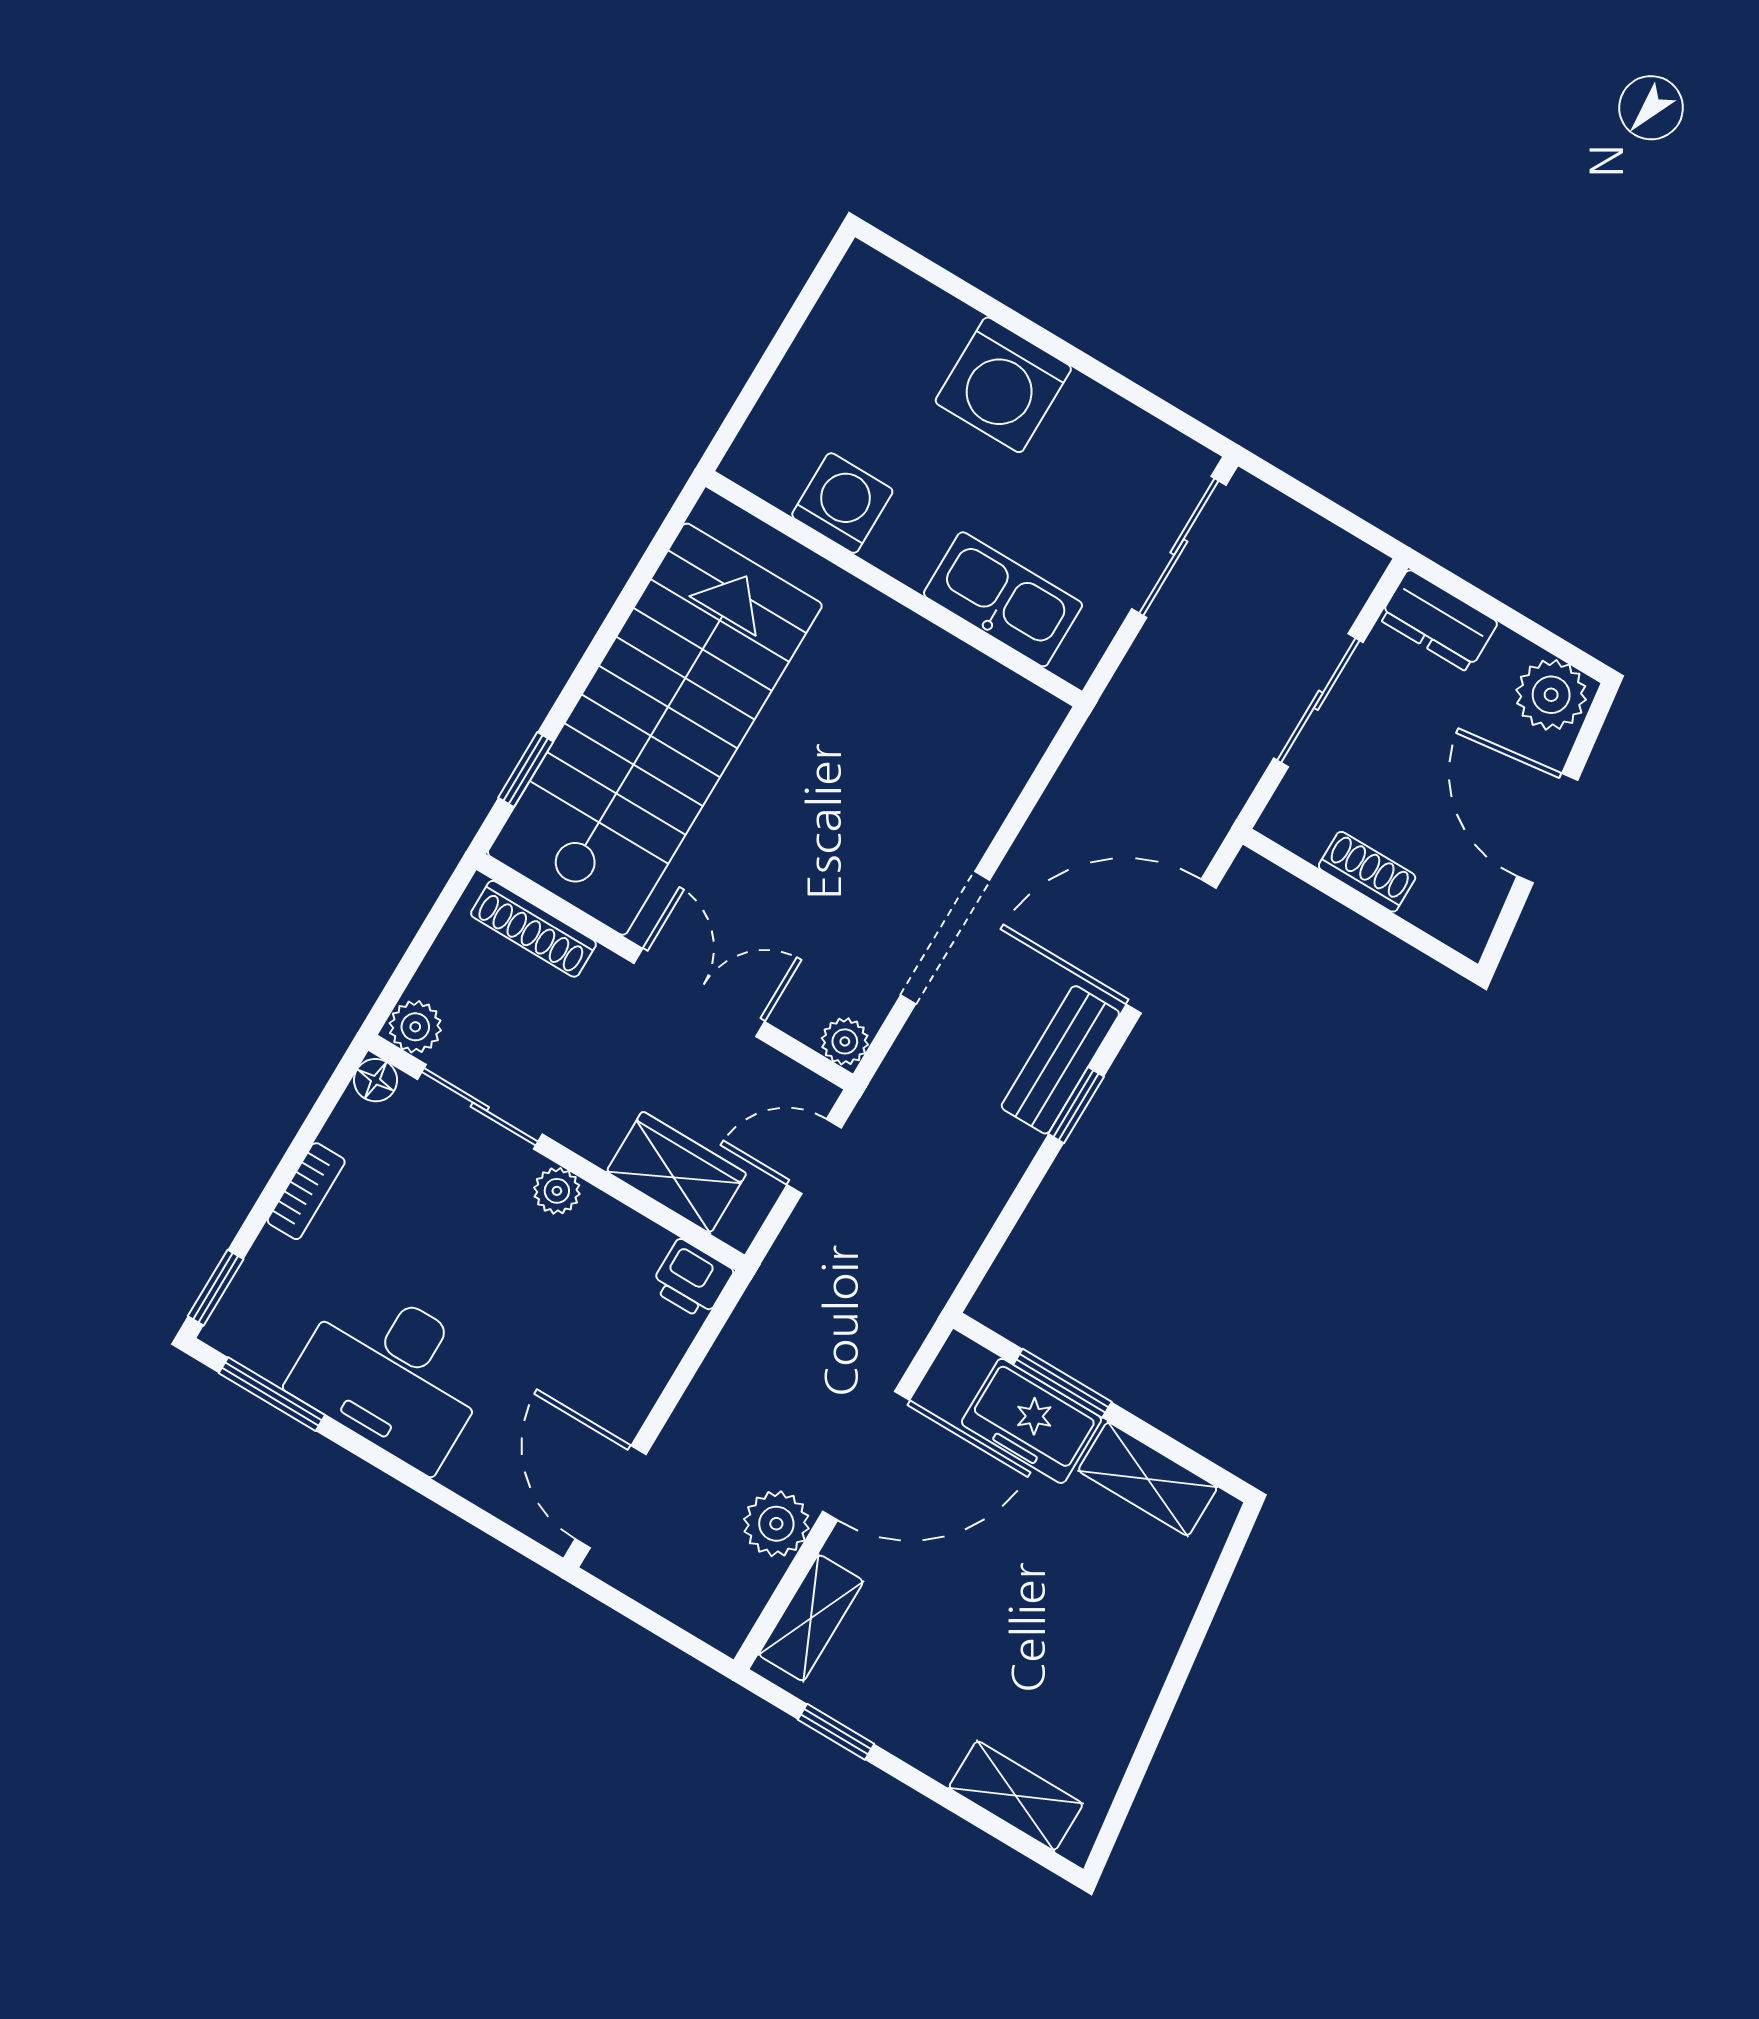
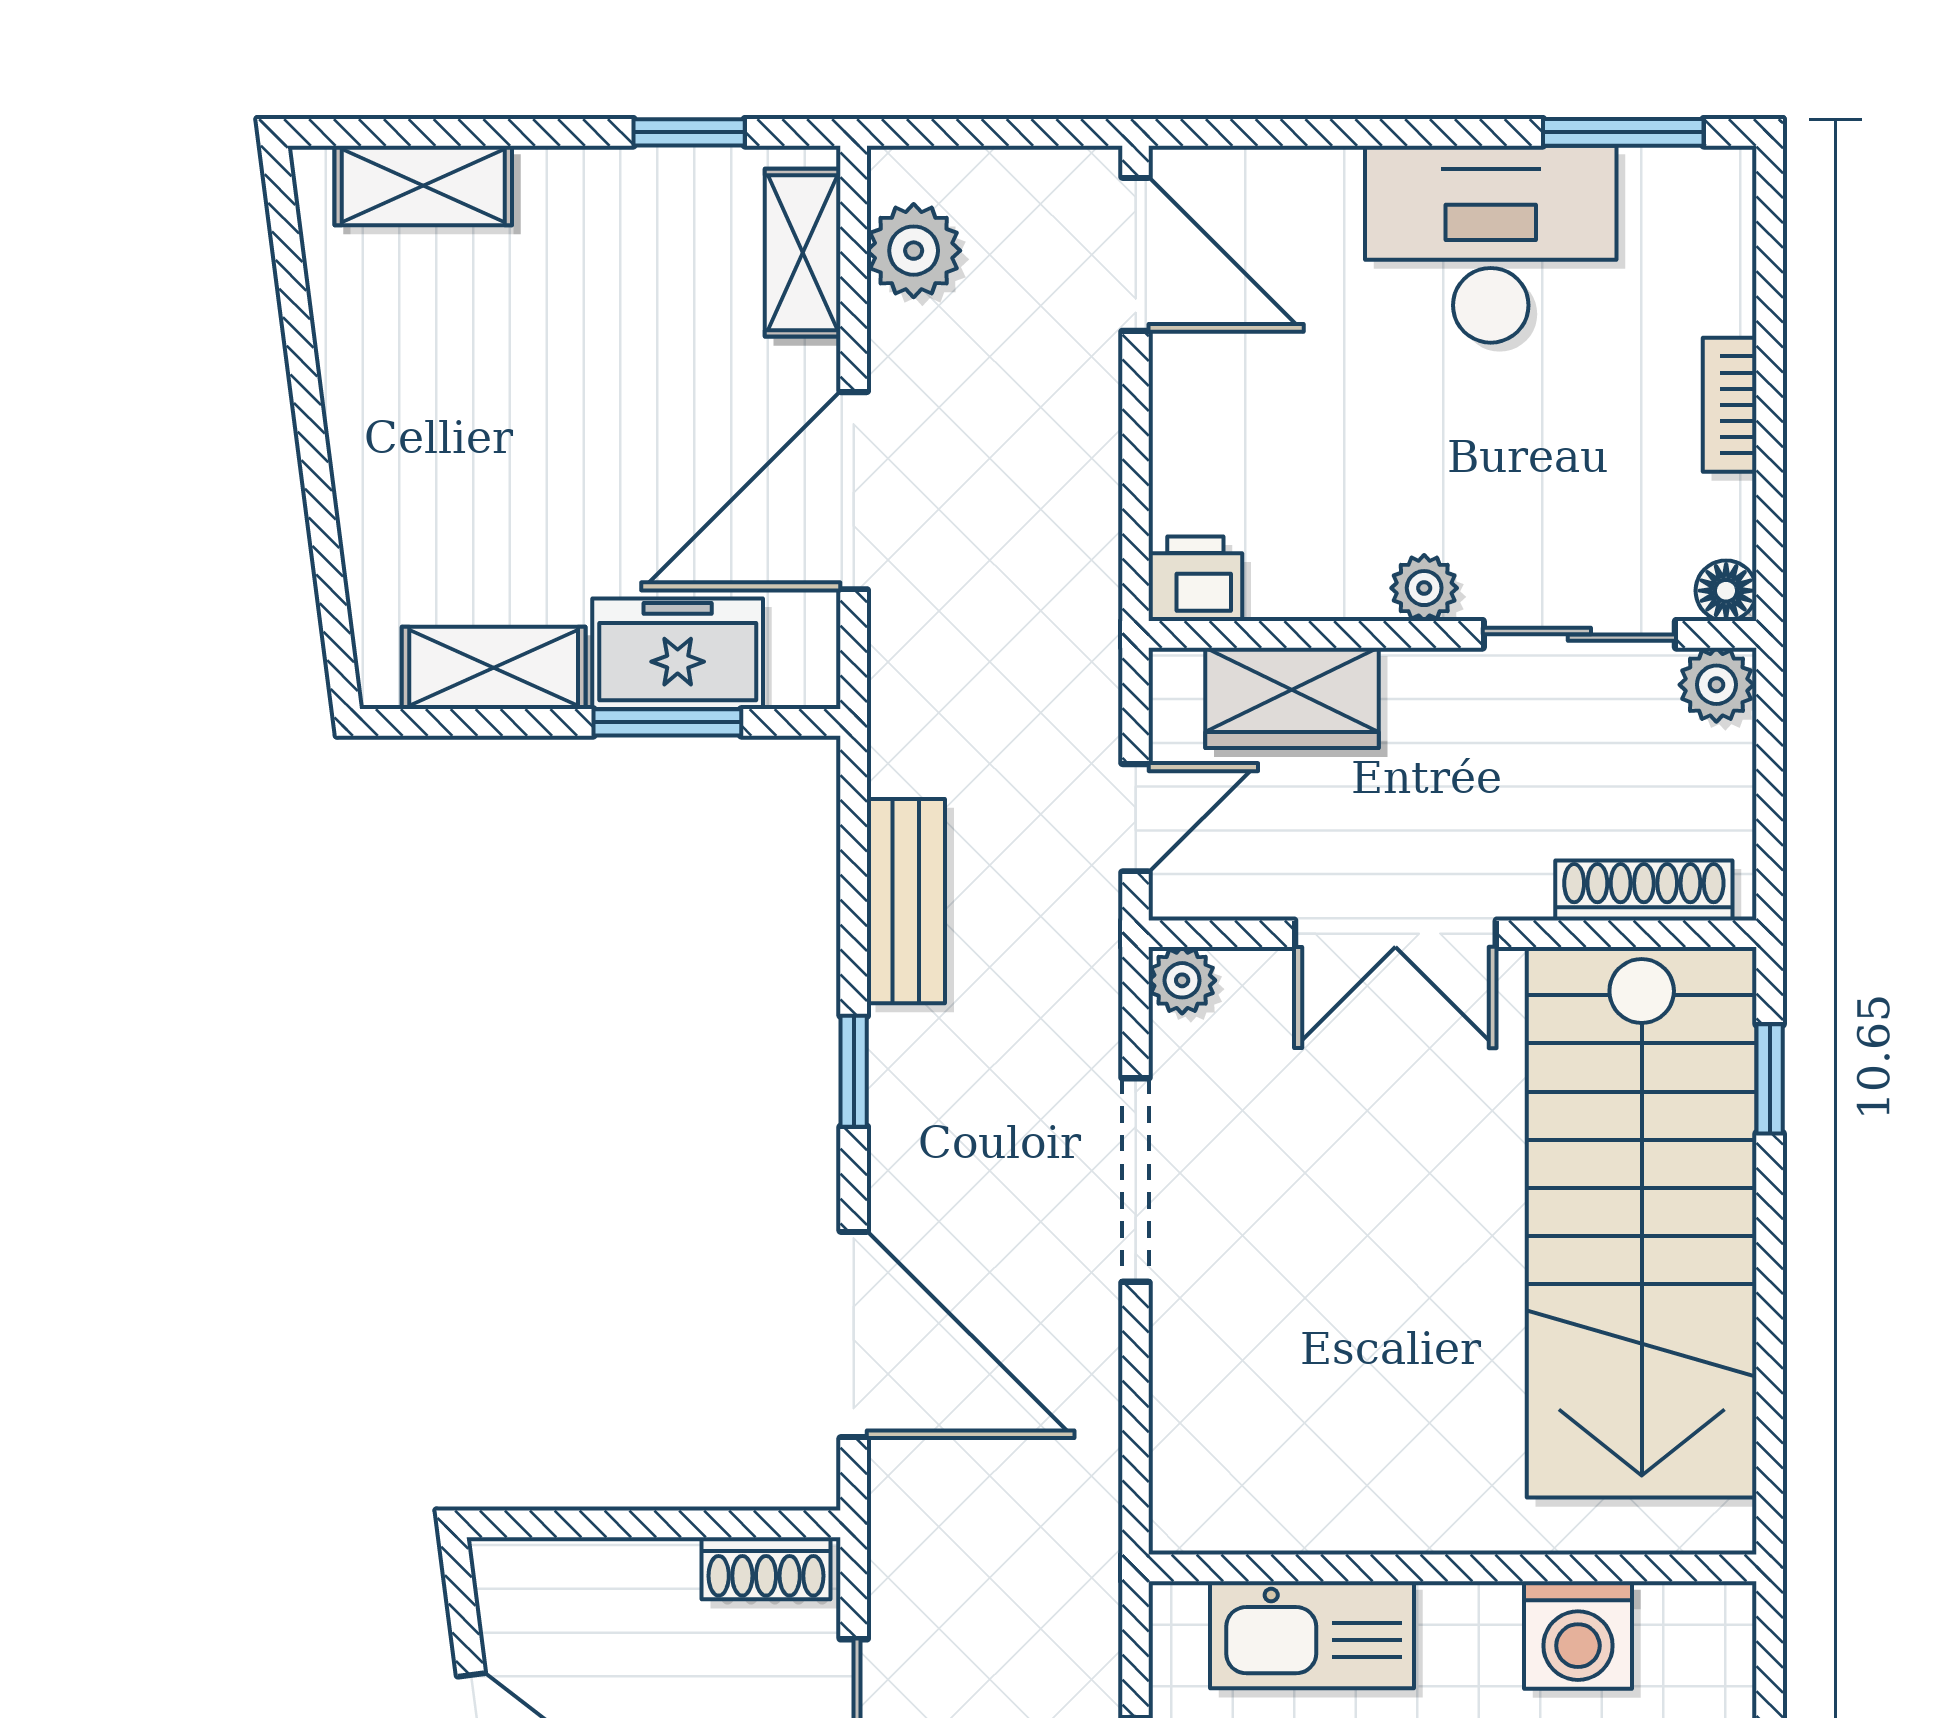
shoe rack: (1367, 872) -> (766, 1568), moved
door: (1171, 946) -> (854, 1335), hinge flipped
bench: (1060, 1060) -> (906, 901), moved
window: (216, 1288) -> (1770, 221), removed
plant: (776, 1524) -> (914, 251), moved

